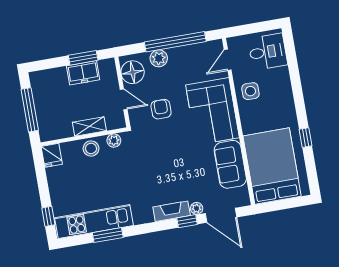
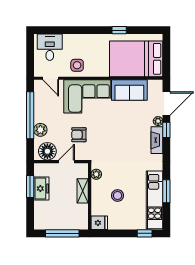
stool: (91, 148) -> (118, 195), moved

